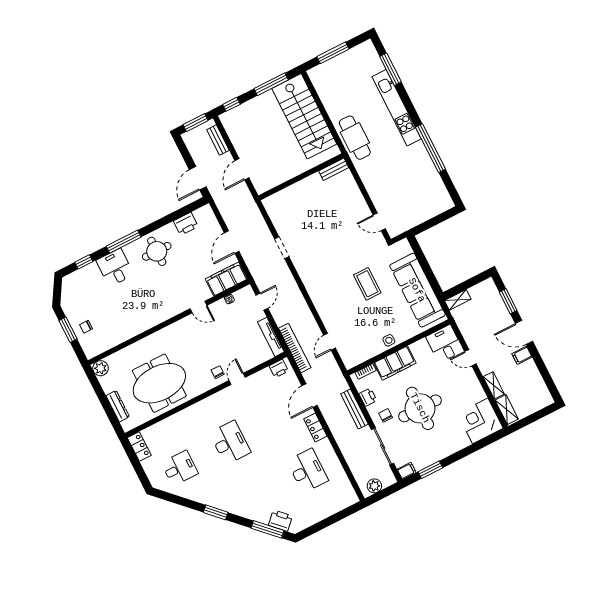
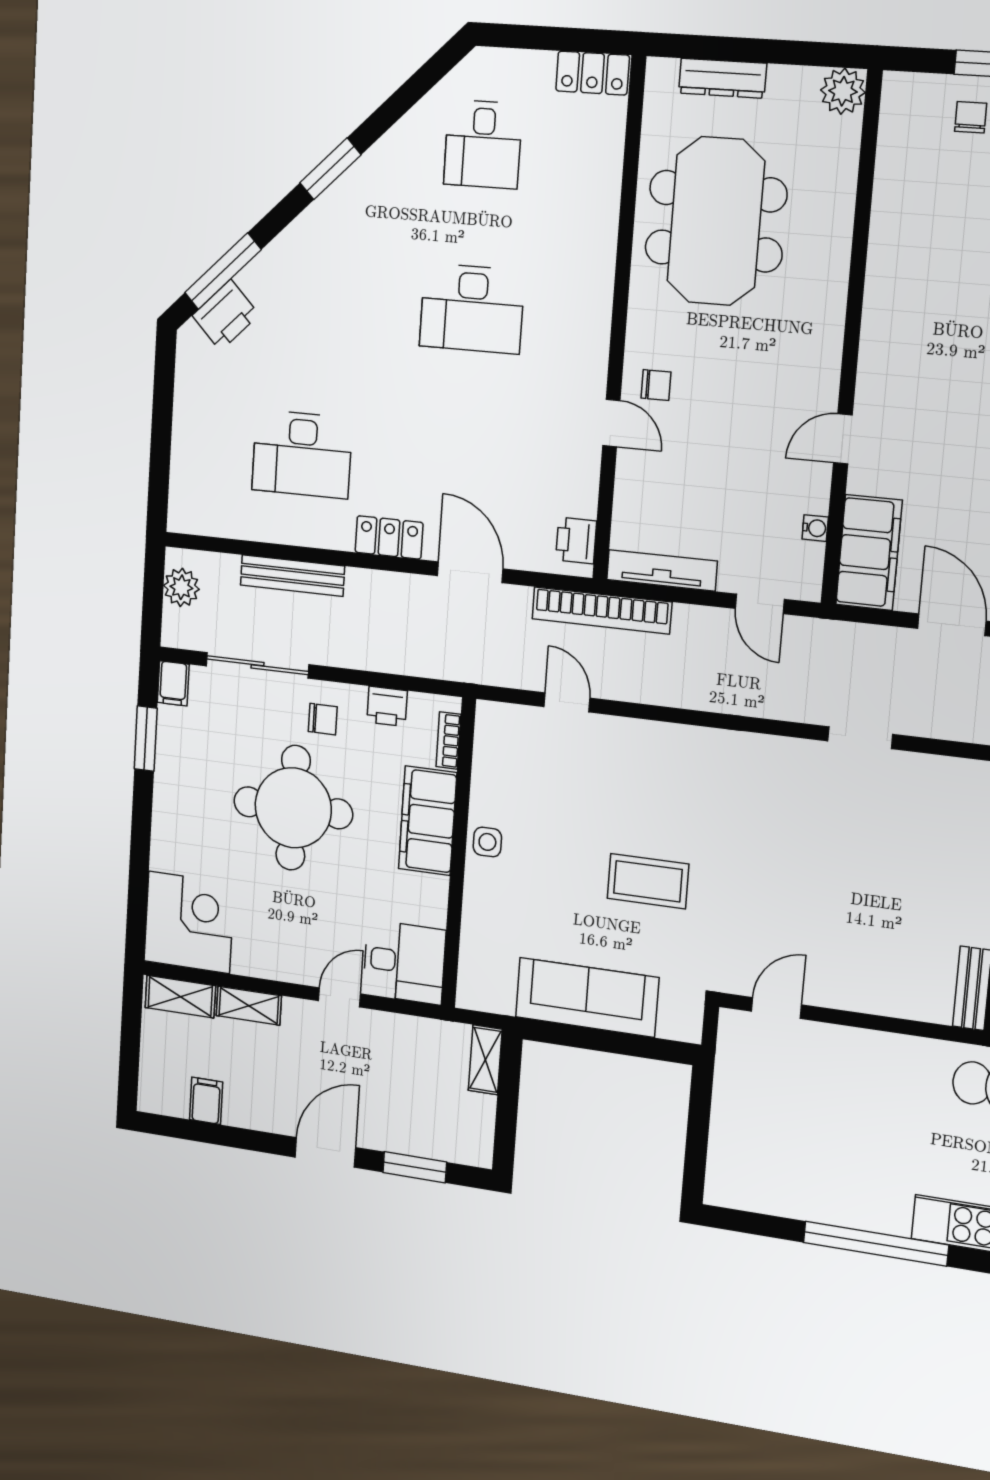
sofa: (417, 290) -> (587, 997), width x0.74, depth x0.79
filing cabinet: (522, 355) -> (206, 1101), moved
bench: (354, 409) -> (292, 576), moved

